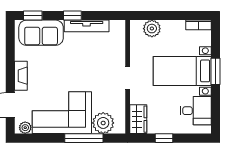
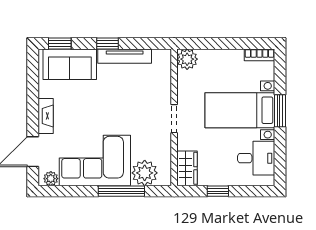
plant: (152, 29) -> (187, 59), moved

